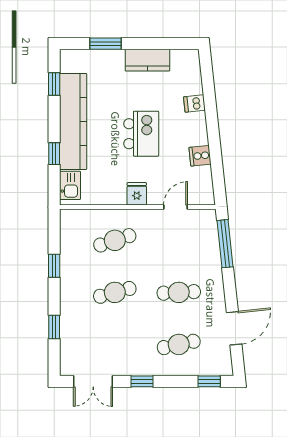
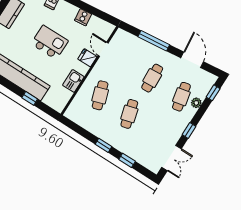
kitchen sink: (70, 185) -> (73, 81), moved, turned -90
fridge: (137, 194) -> (87, 58), moved
window: (225, 244) -> (154, 41), moved
window: (54, 266) -> (103, 145), moved
plant: (183, 368) -> (196, 103), added

